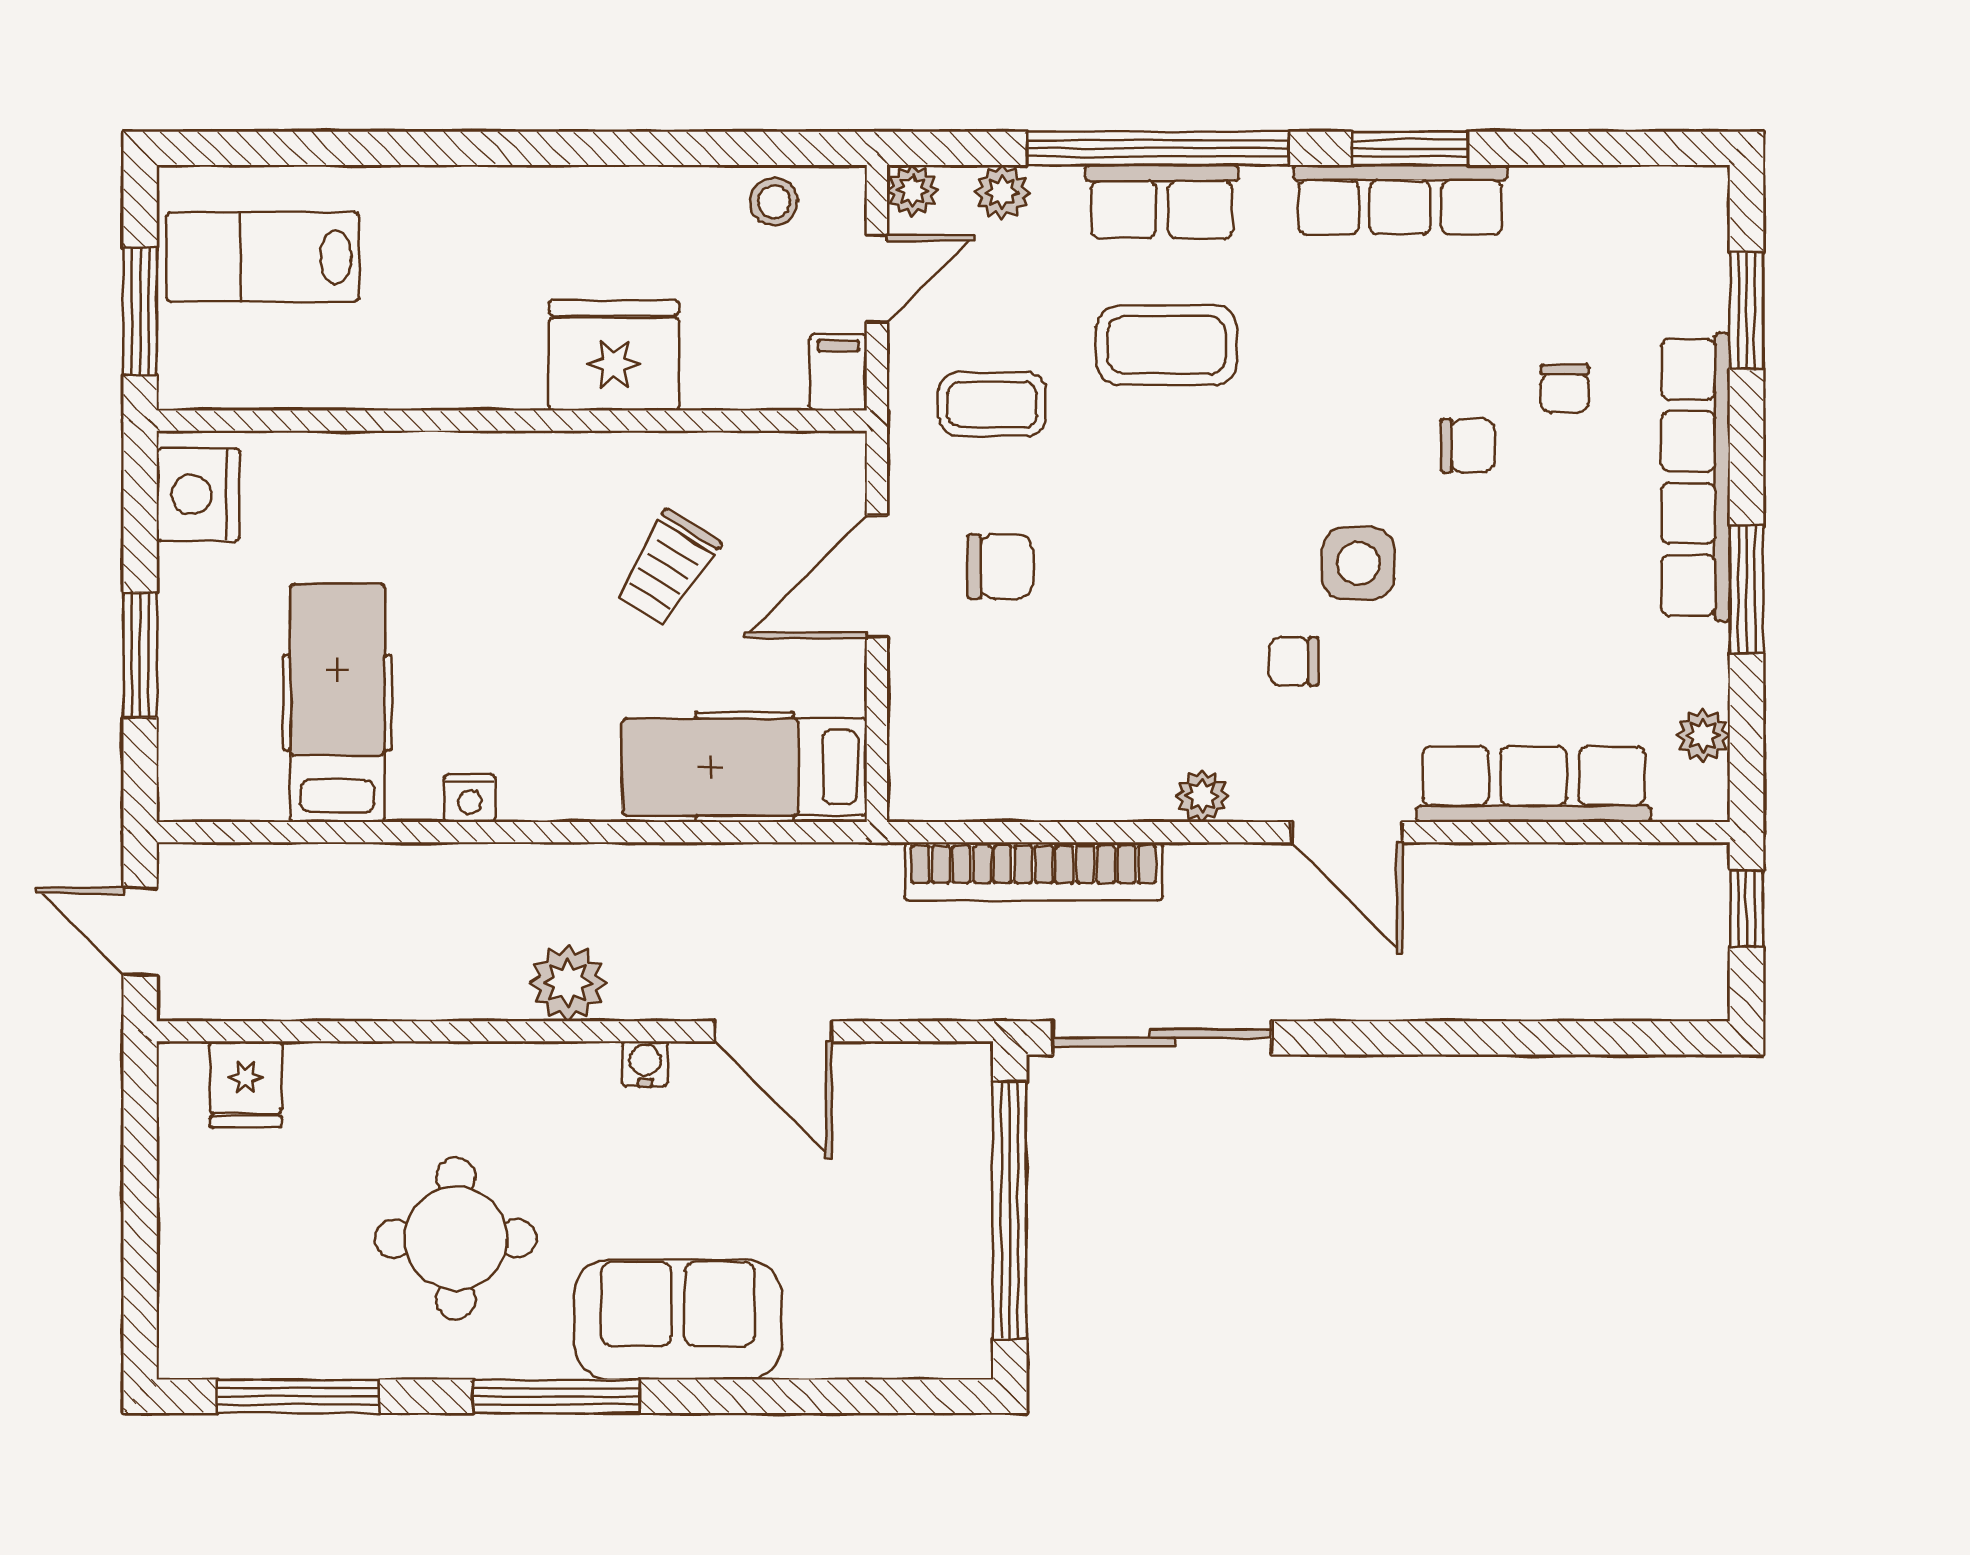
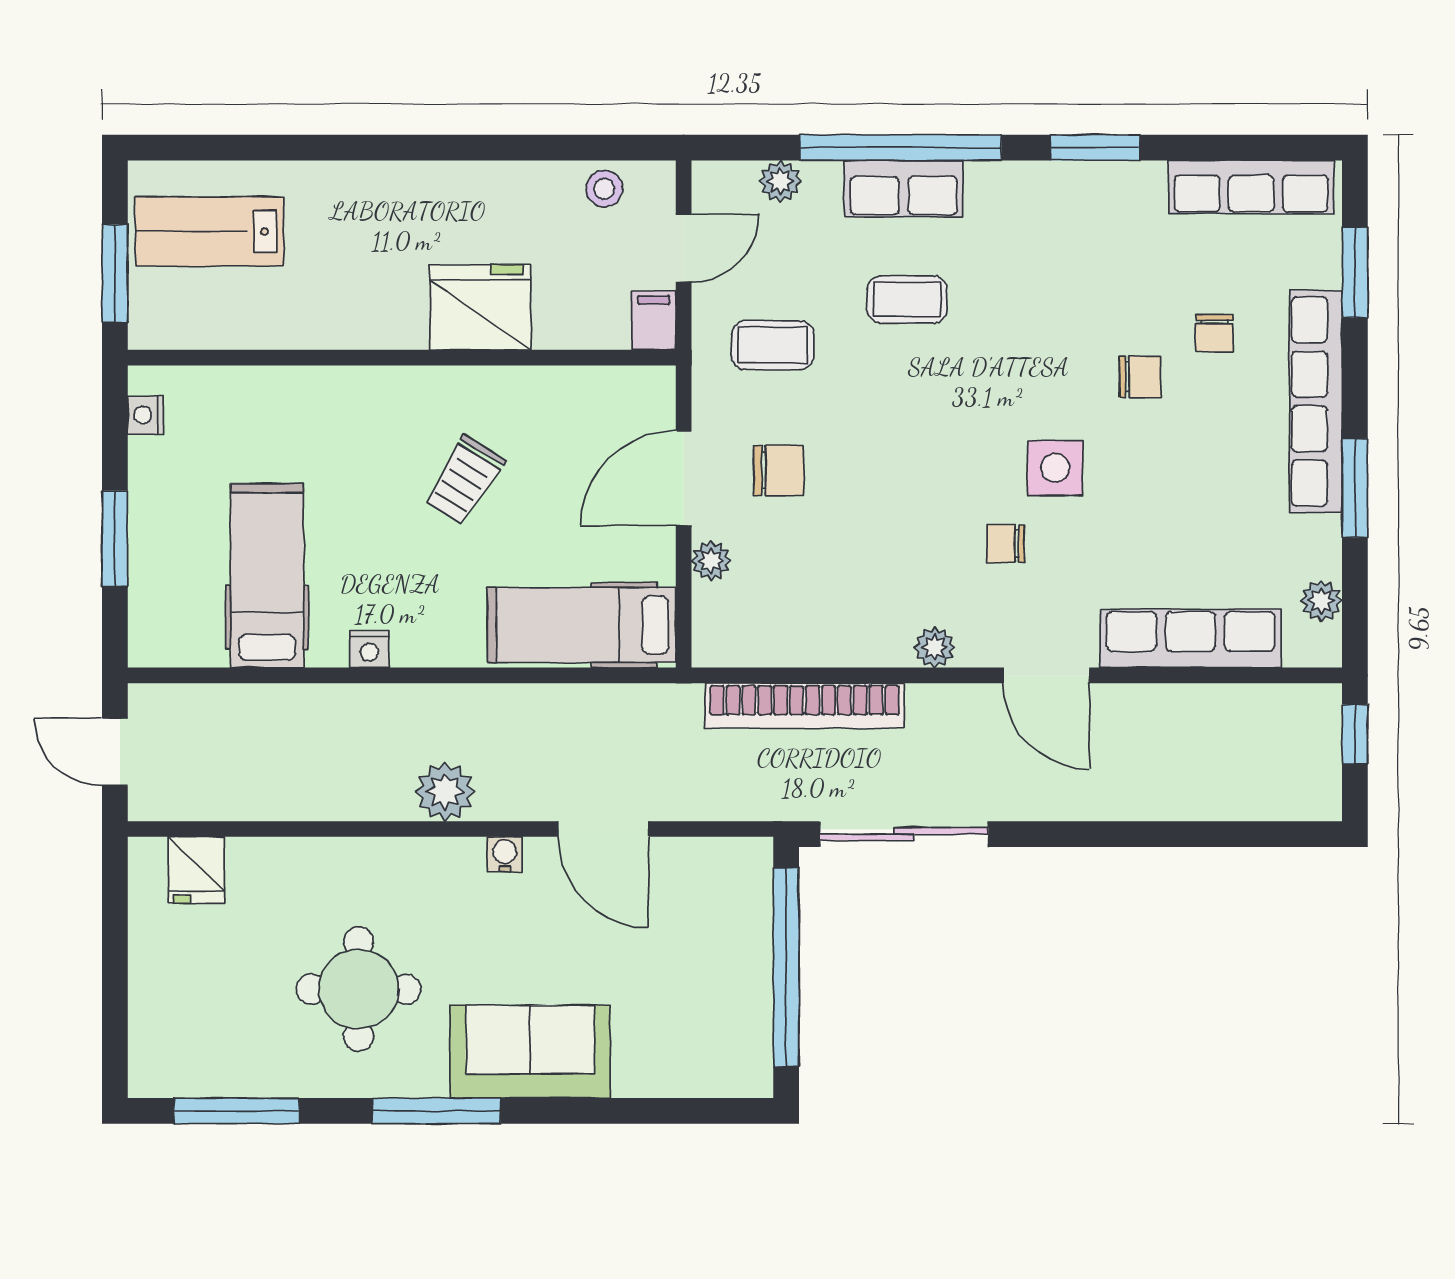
plant: (912, 190) -> (711, 561), moved
row of seats: (1400, 200) -> (1251, 187), moved
coffee table: (1167, 345) -> (907, 299), width x0.73, depth x0.77
nightstand: (198, 495) -> (146, 415), width x0.53, depth x0.56
trolley: (667, 568) -> (464, 480), moved

